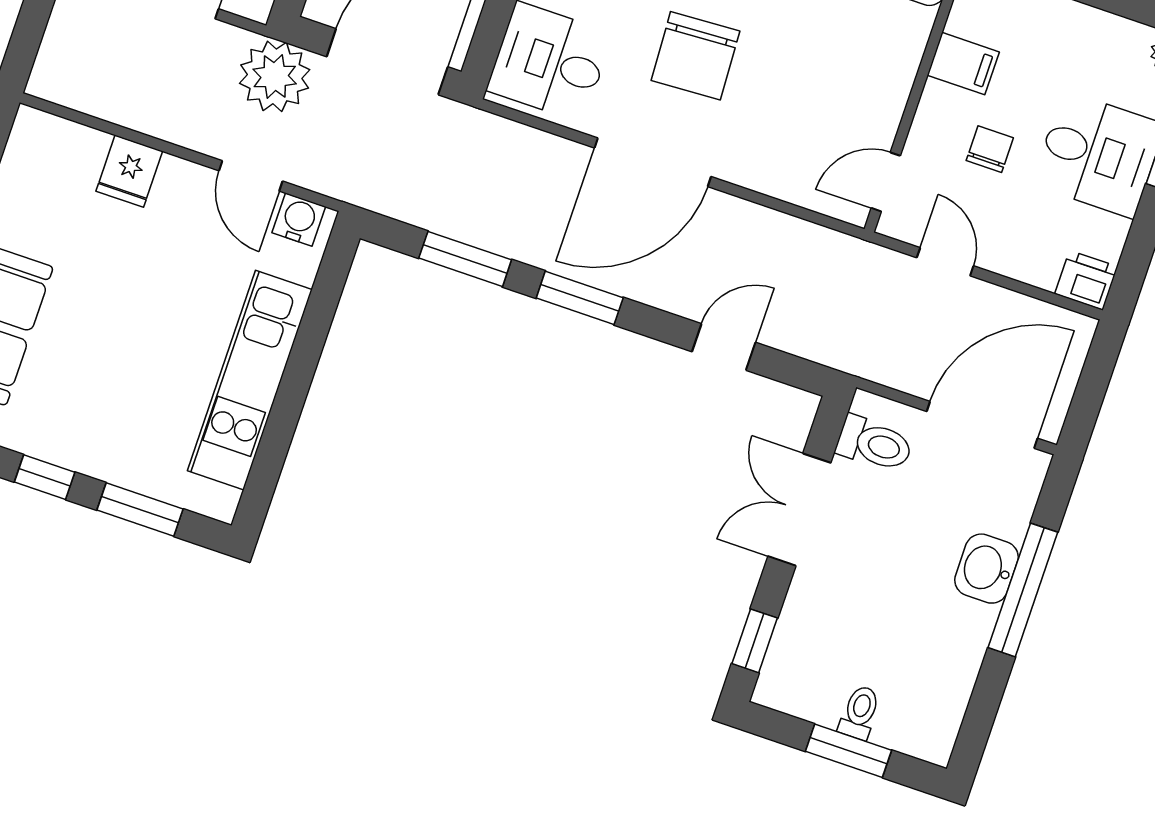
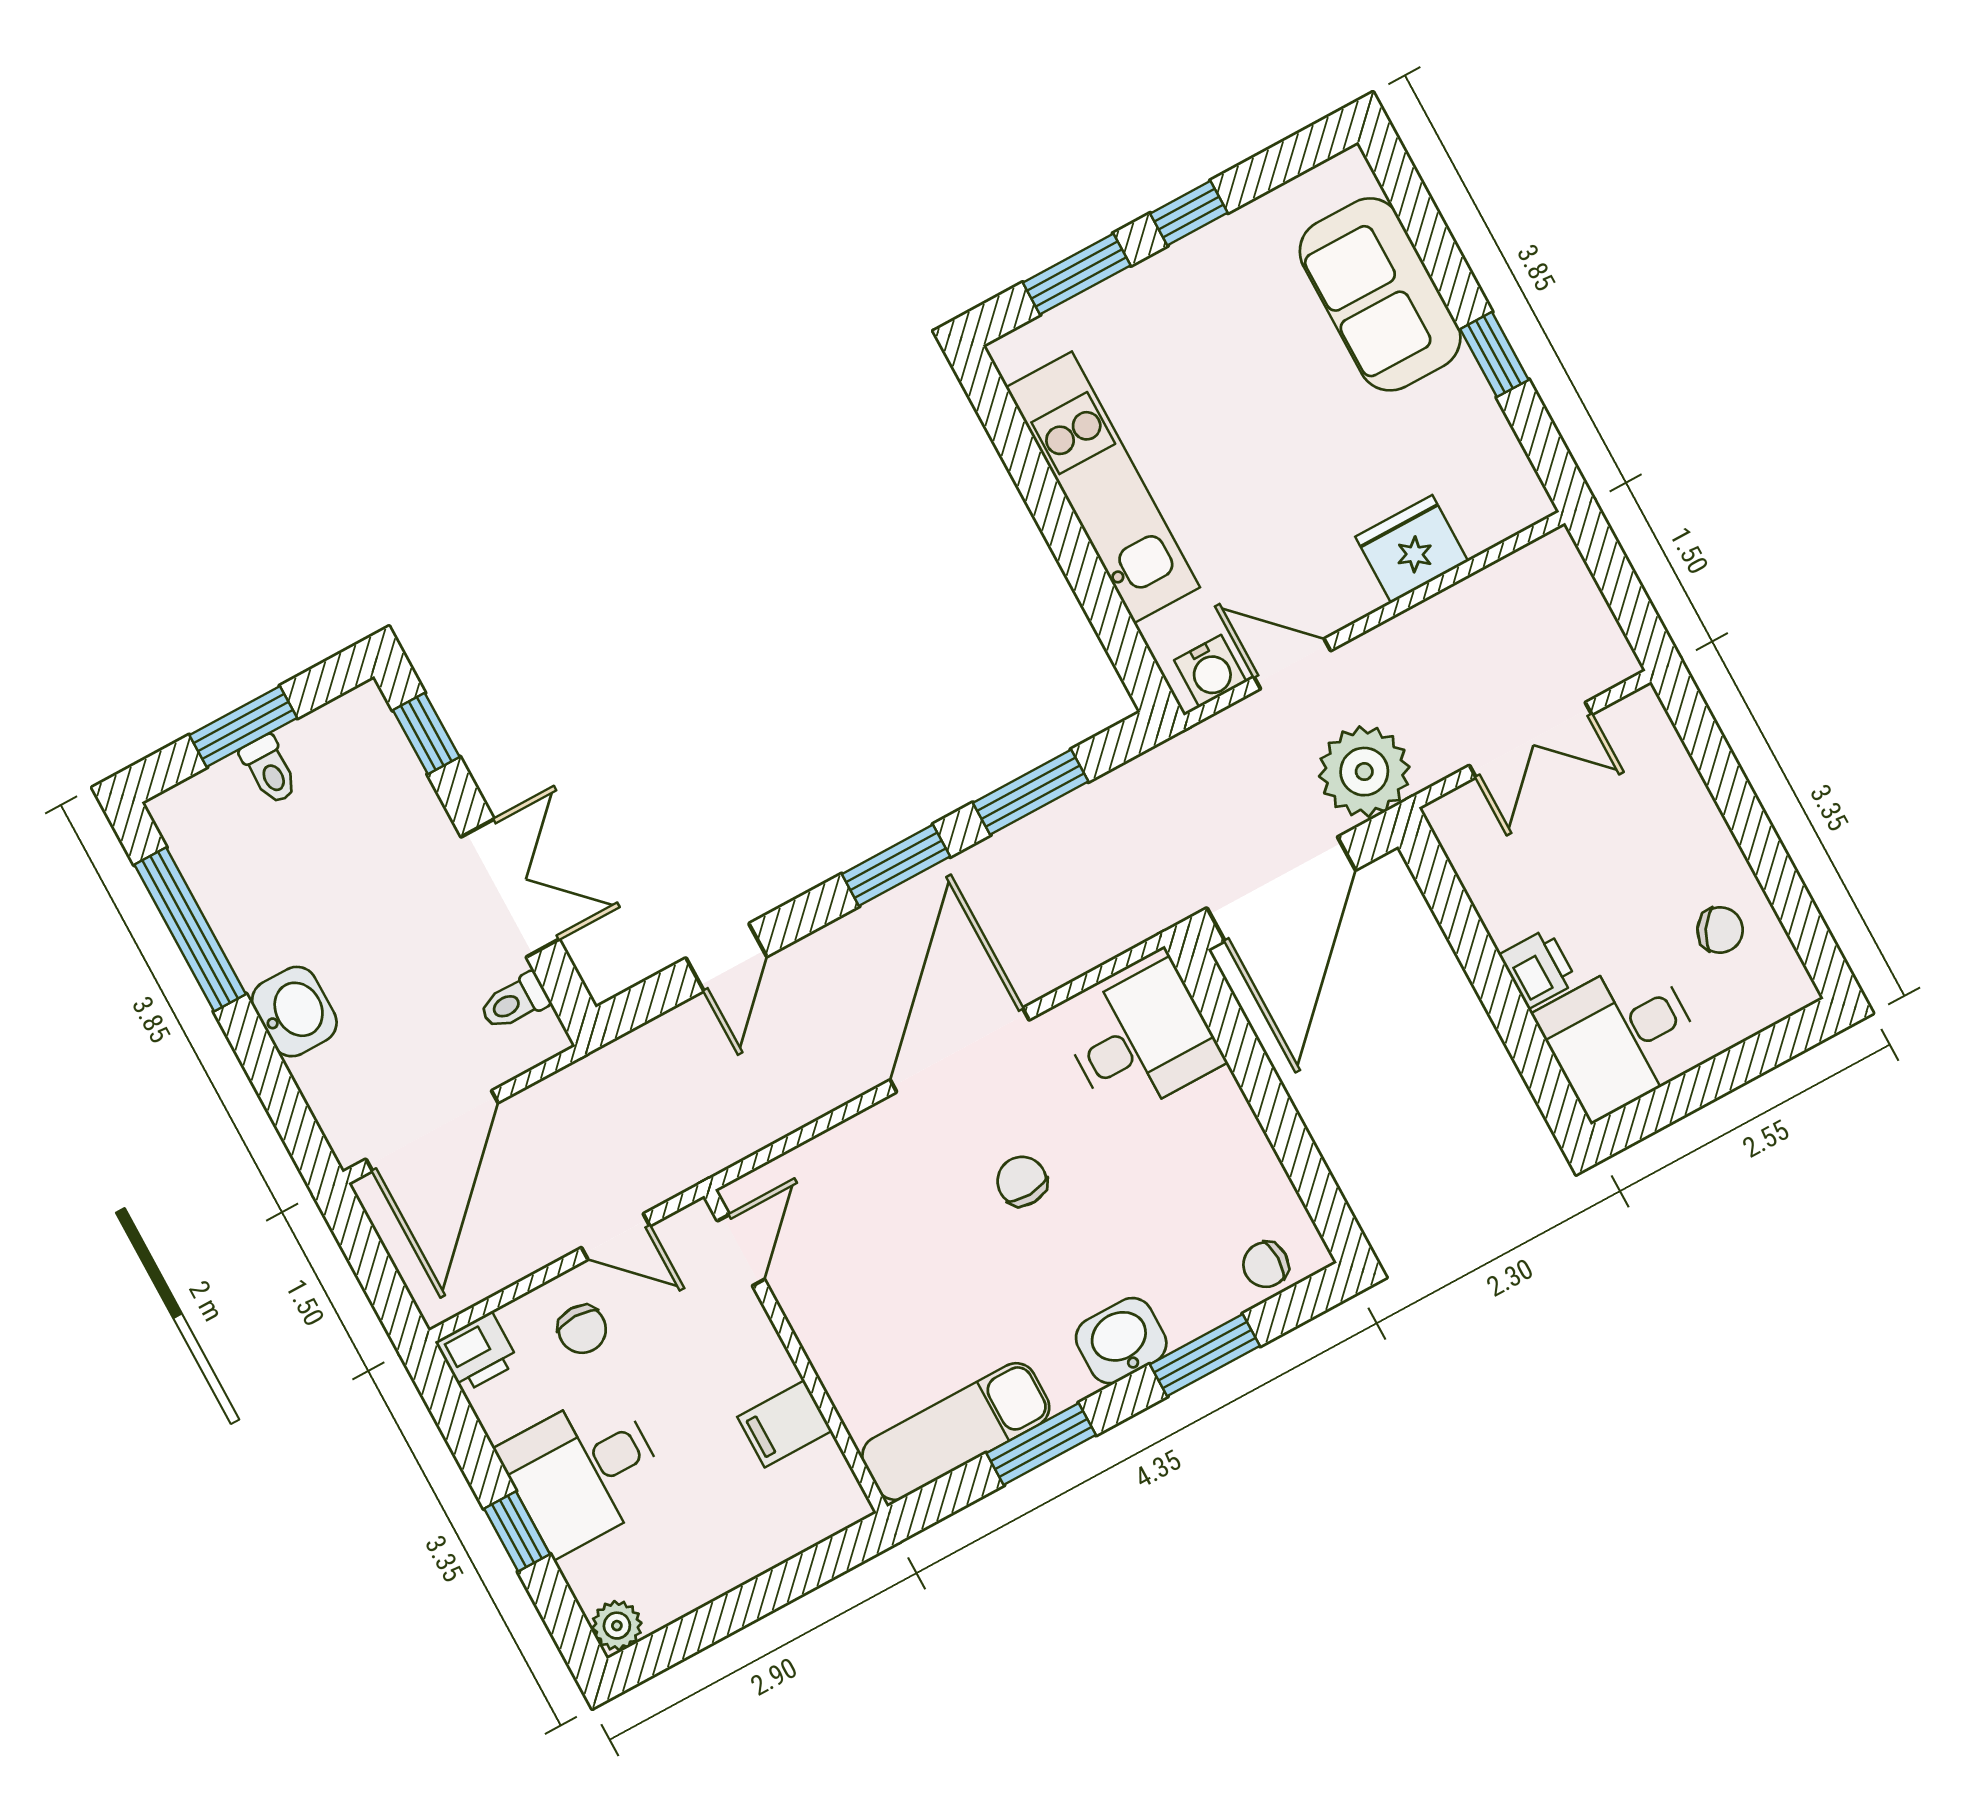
chair: (695, 56) -> (1022, 1181), width x0.54, depth x0.54
chair: (990, 149) -> (582, 1329), moved
fridge: (129, 171) -> (1412, 549), width x1.38
toilet: (874, 444) -> (514, 1002), width x0.73, depth x0.72
window: (1023, 590) -> (190, 929), moved

